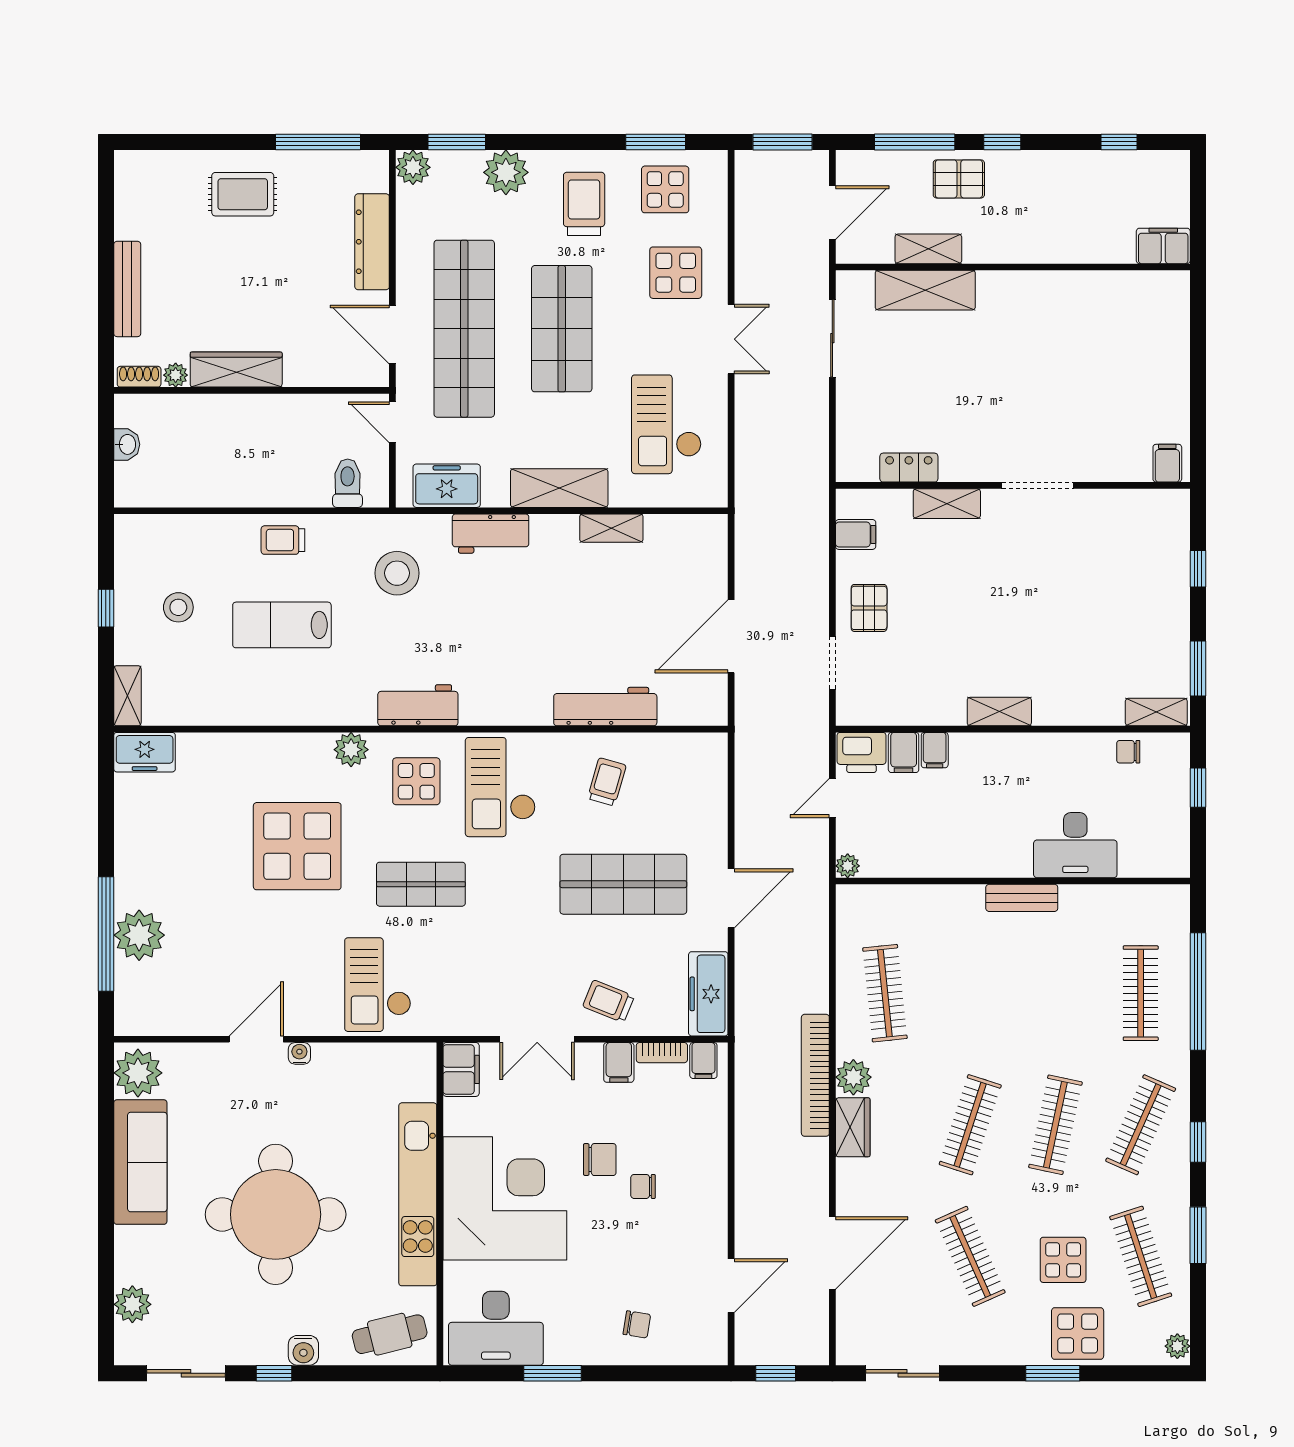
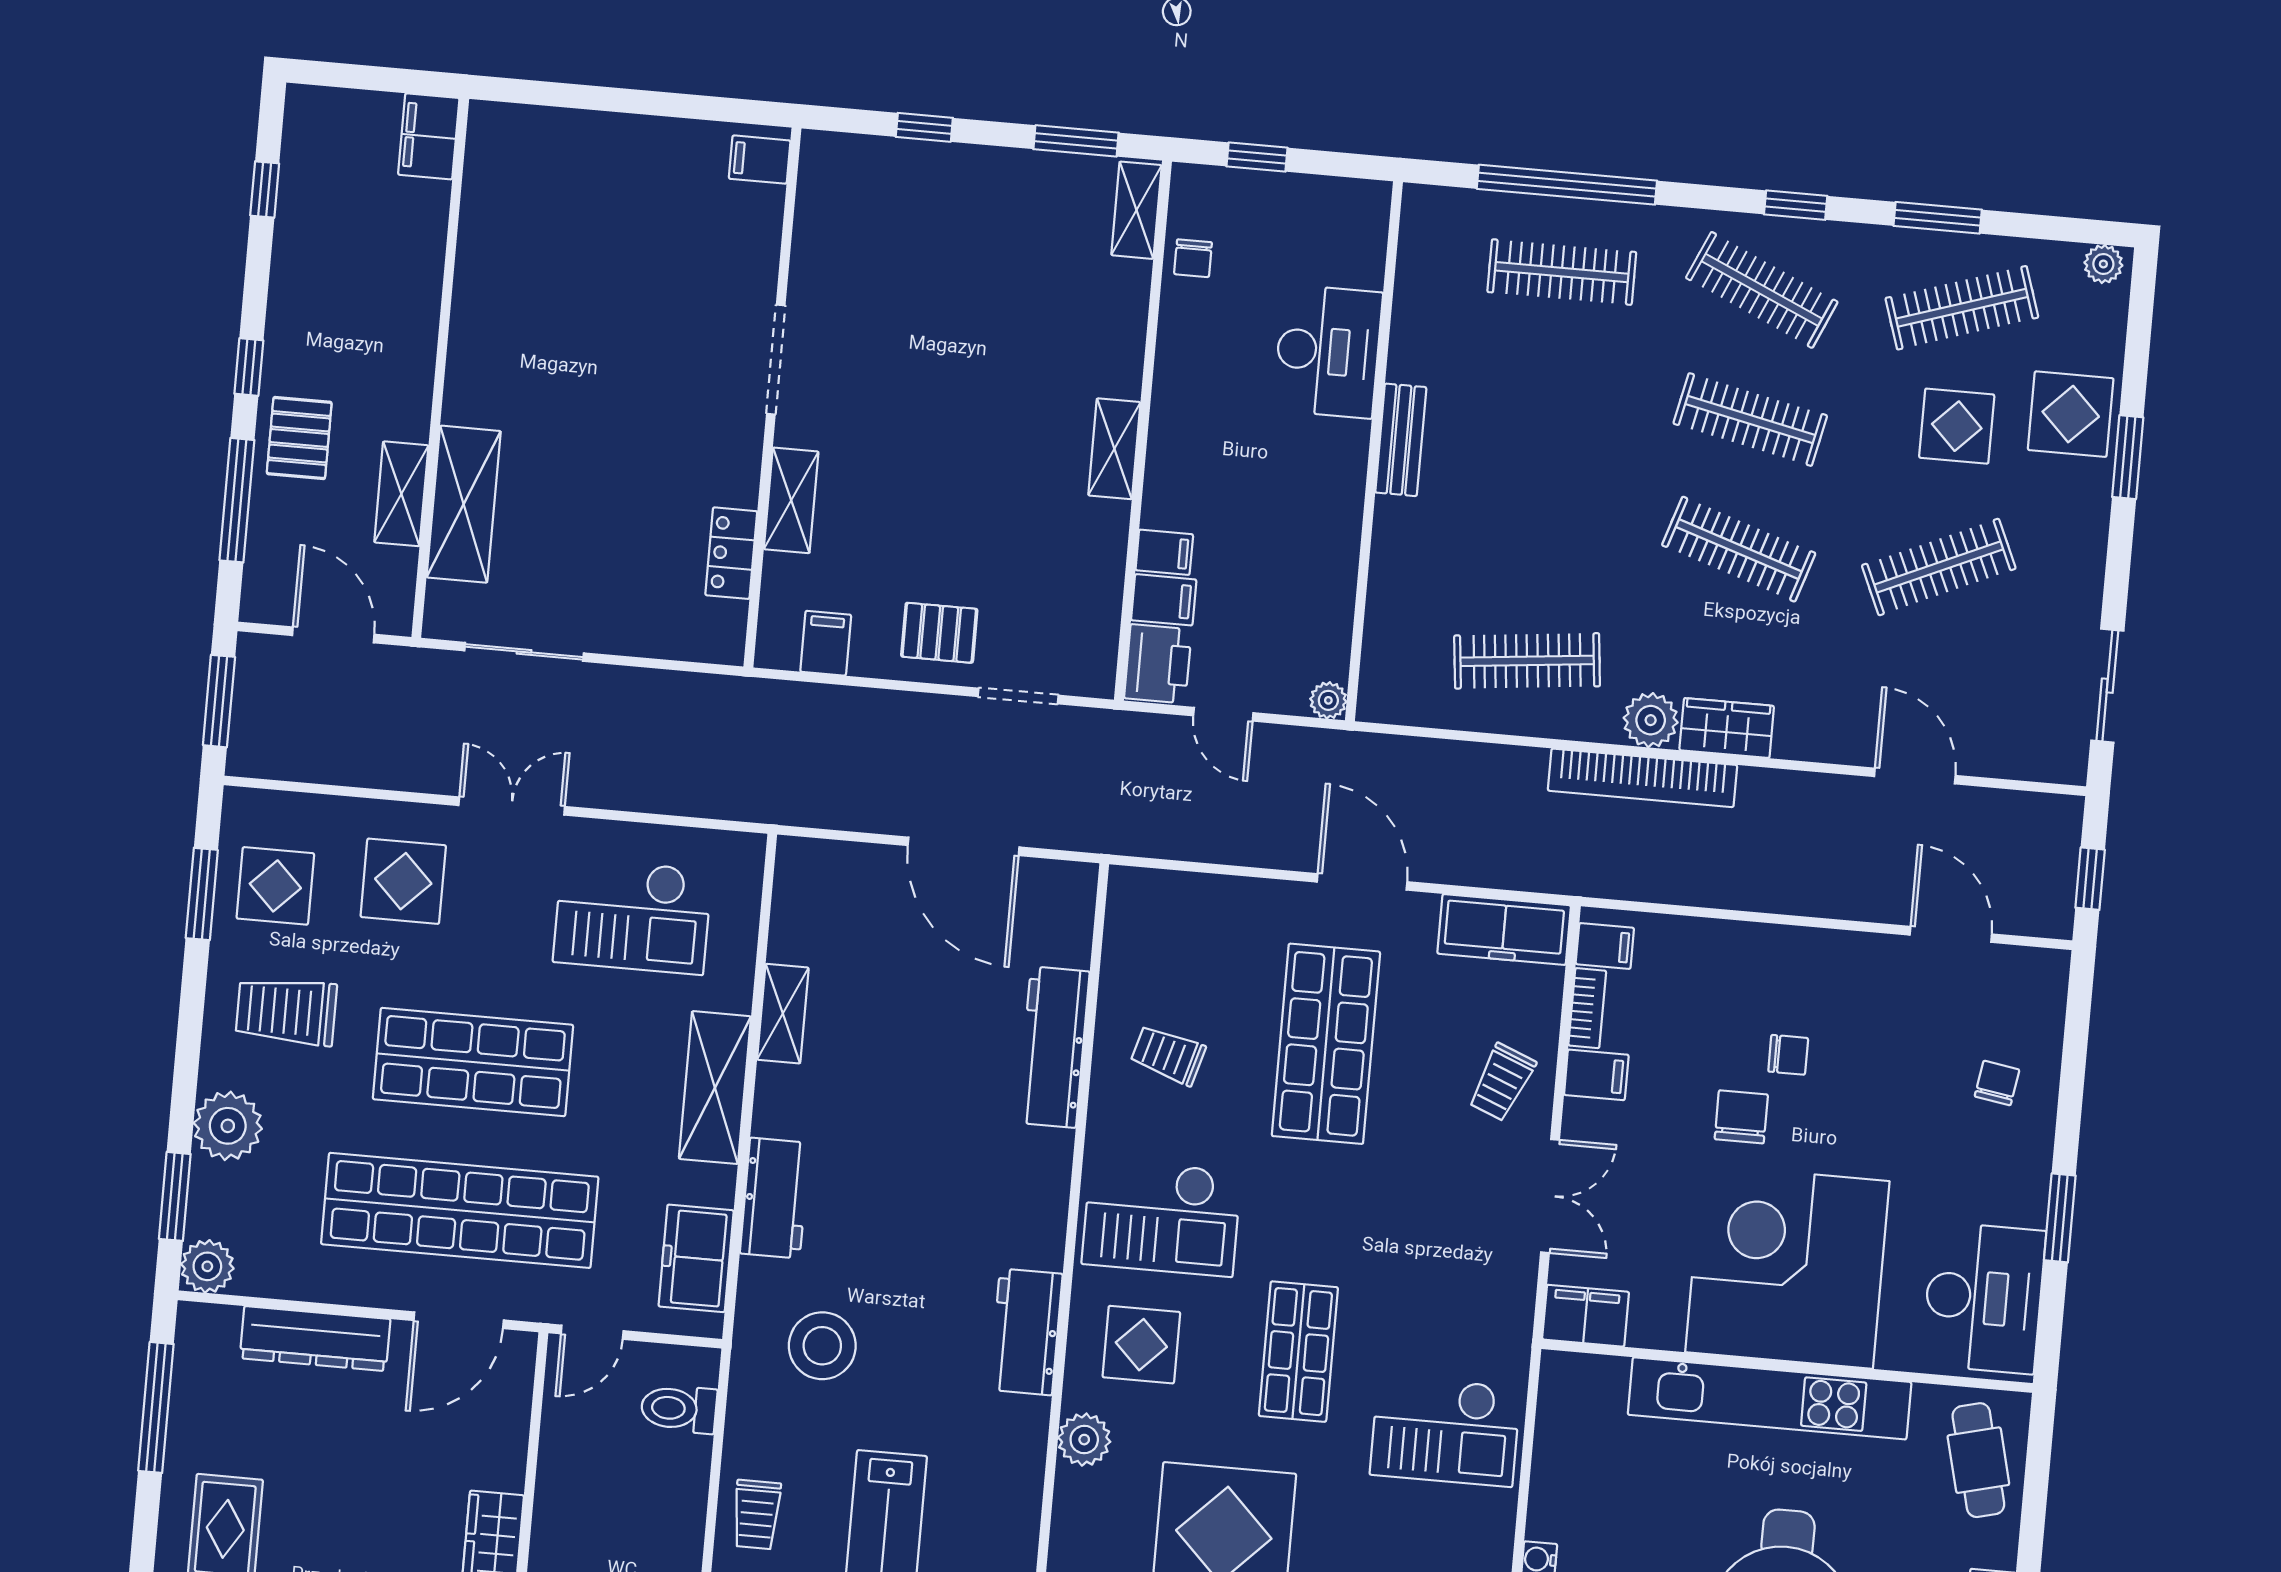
chair: (643, 1186) -> (1788, 1055), turned -90
door: (832, 1253) -> (1915, 776), width x0.73

